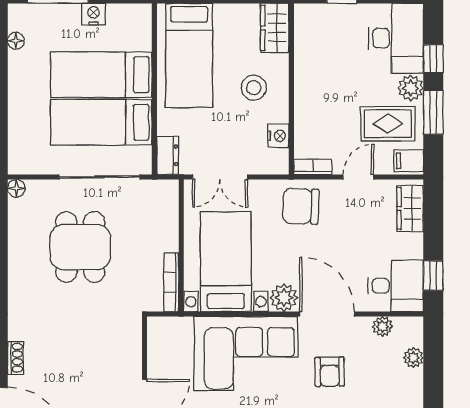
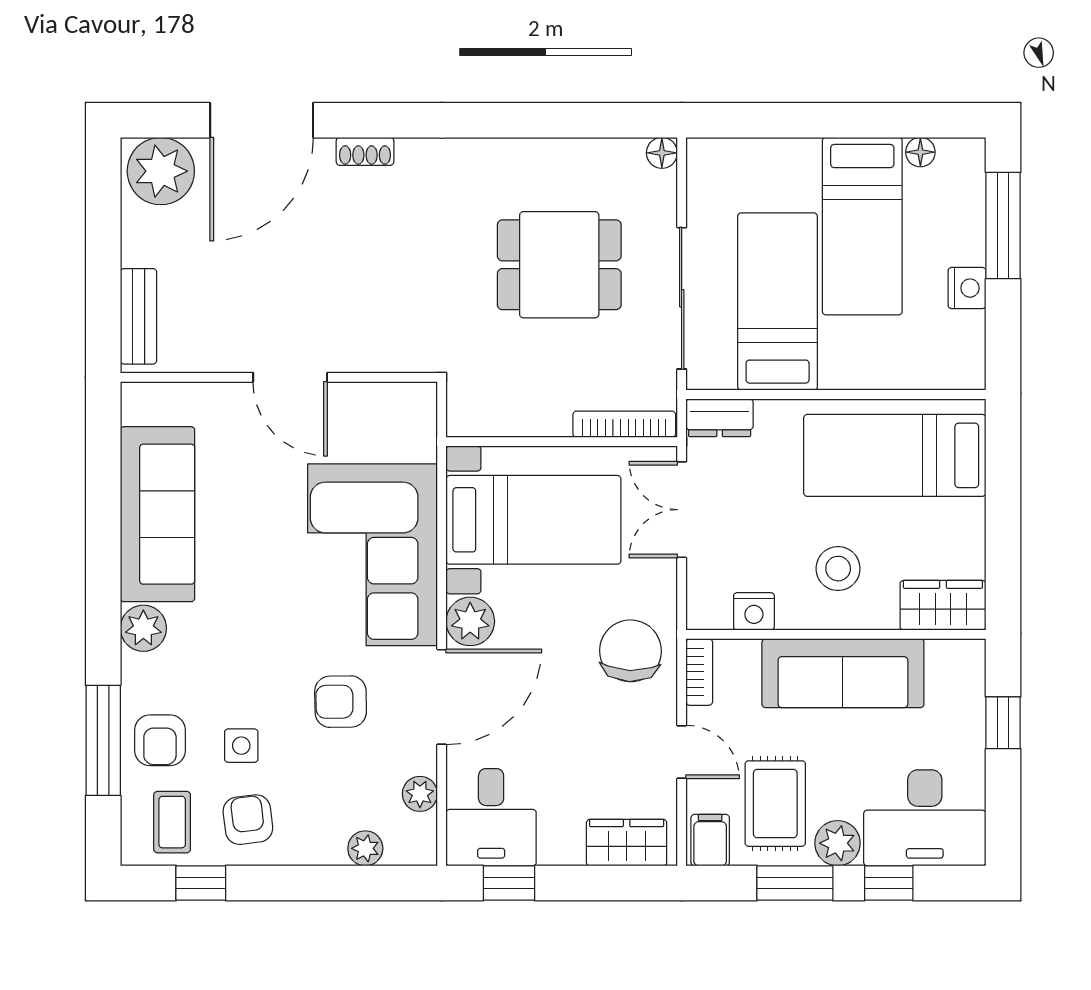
bed: (101, 75) -> (862, 226), moved, turned 180
sofa: (313, 85) -> (843, 673), added
bookcase: (171, 282) -> (624, 424), moved

